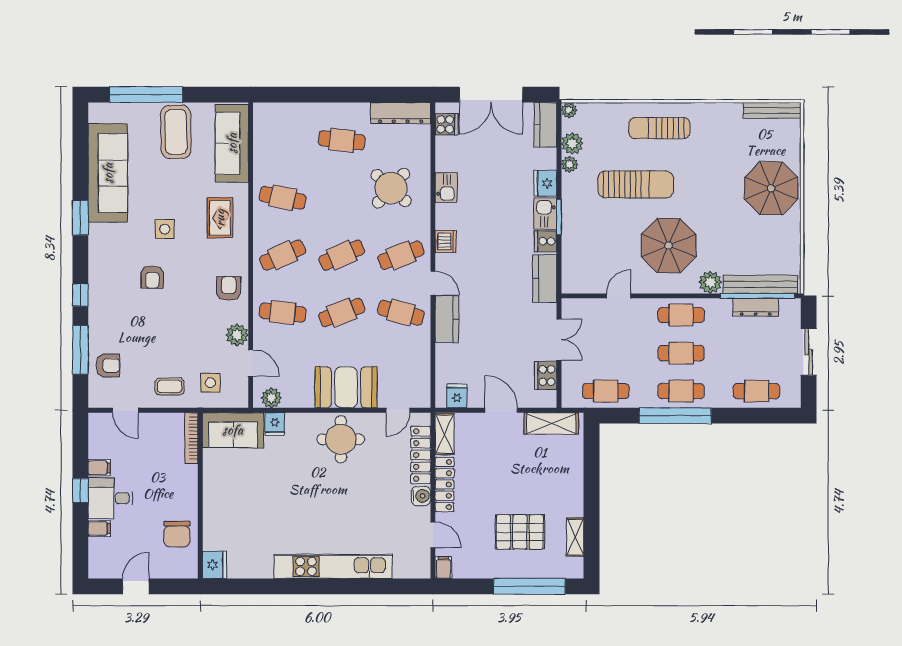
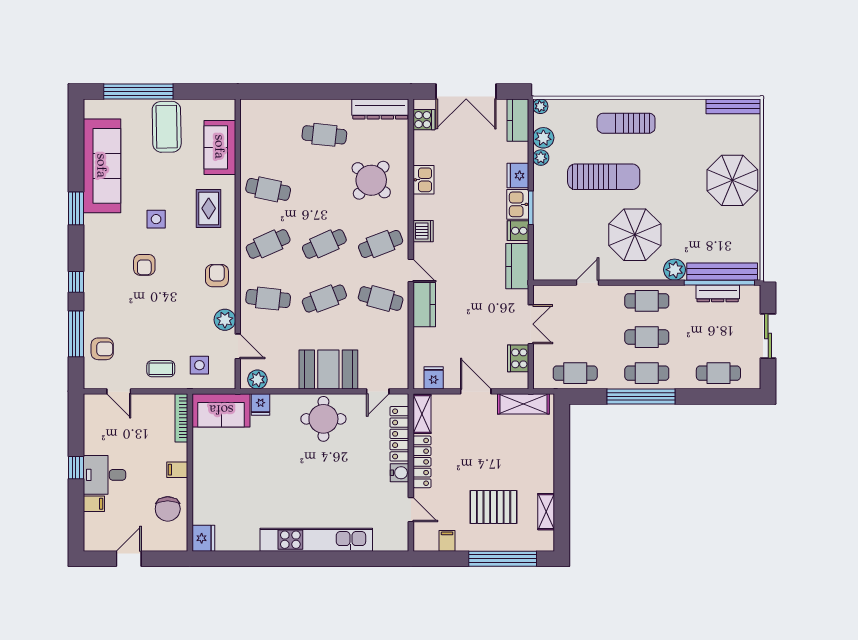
sofa: (232, 143) -> (220, 147), width x0.73
filing cabinet: (99, 468) -> (177, 470), moved, turned 180
filing cabinet: (444, 568) -> (447, 541), moved

